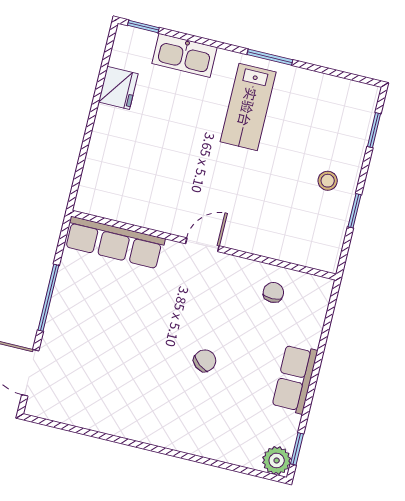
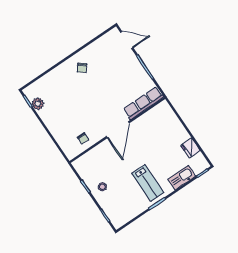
lab bench: (248, 107) -> (148, 183), turned 180
door: (202, 245) -> (118, 130), width x1.87
chair: (205, 361) -> (82, 68), moved
row of seats: (295, 379) -> (50, 121), removed
plant: (277, 460) -> (38, 104), moved

